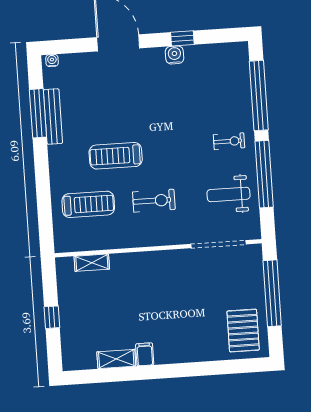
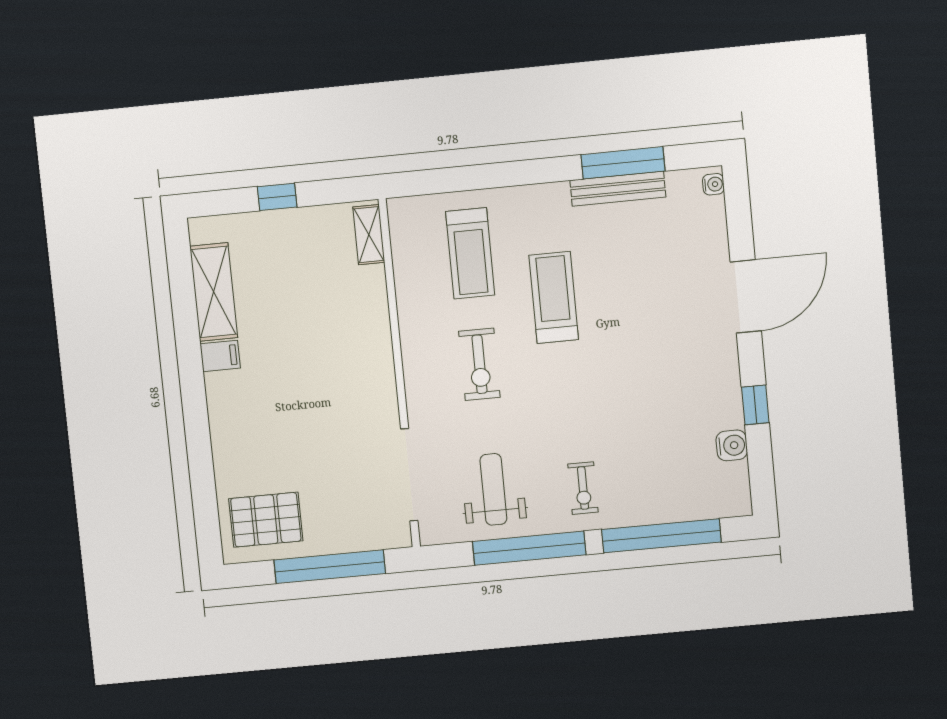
water cooler: (174, 55) -> (732, 445), moved
shelving: (92, 263) -> (369, 235), moved
shelving: (116, 359) -> (214, 292), width x1.50, depth x1.33

